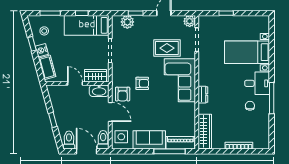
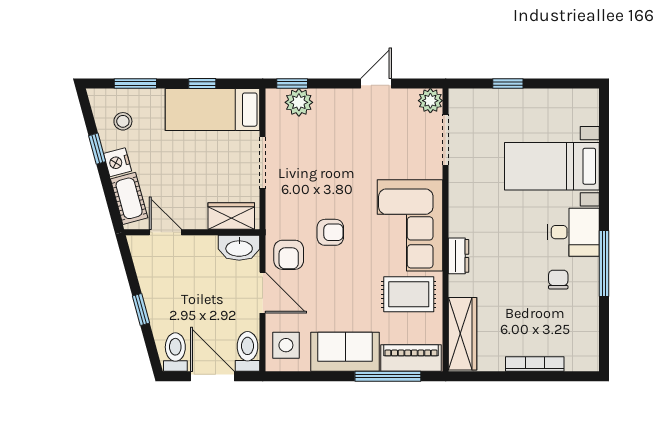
window: (136, 13) -> (292, 84), moved
rug: (167, 48) -> (409, 294), moved
door: (75, 83) -> (165, 232), moved

